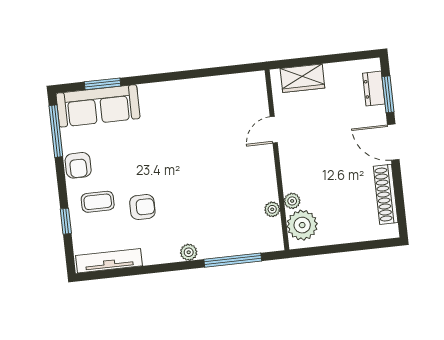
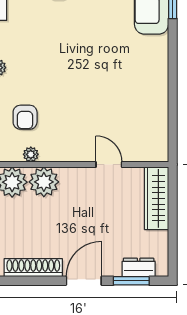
wardrobe: (302, 78) -> (156, 198), width x1.50
plant: (292, 201) -> (44, 182), width x1.88, depth x1.88
armchair: (142, 207) -> (25, 117), moved

